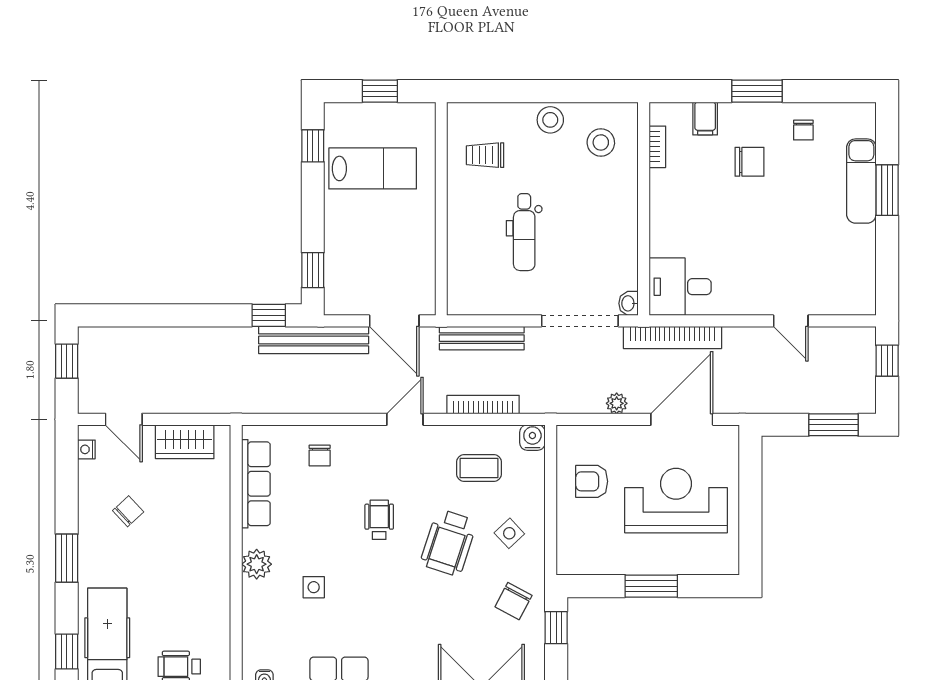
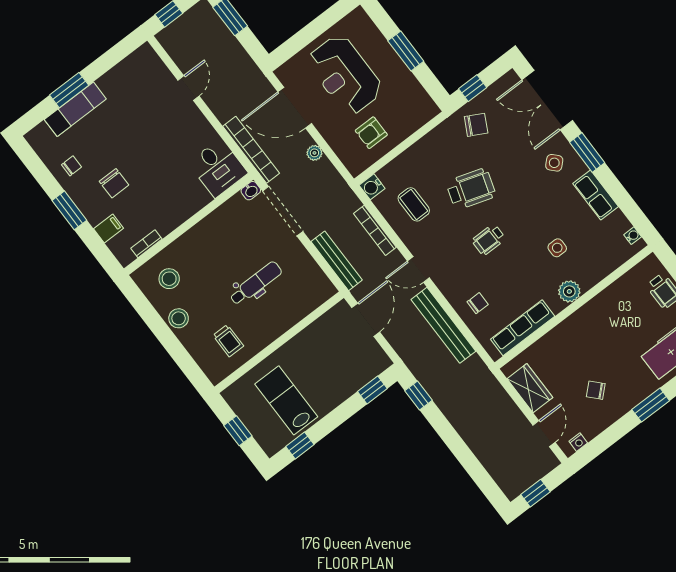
chair: (749, 162) -> (114, 183), turned 180
bench: (314, 340) -> (443, 325), moved
armchair: (592, 481) -> (371, 133), turned 90
side table: (509, 533) -> (554, 163), moved

